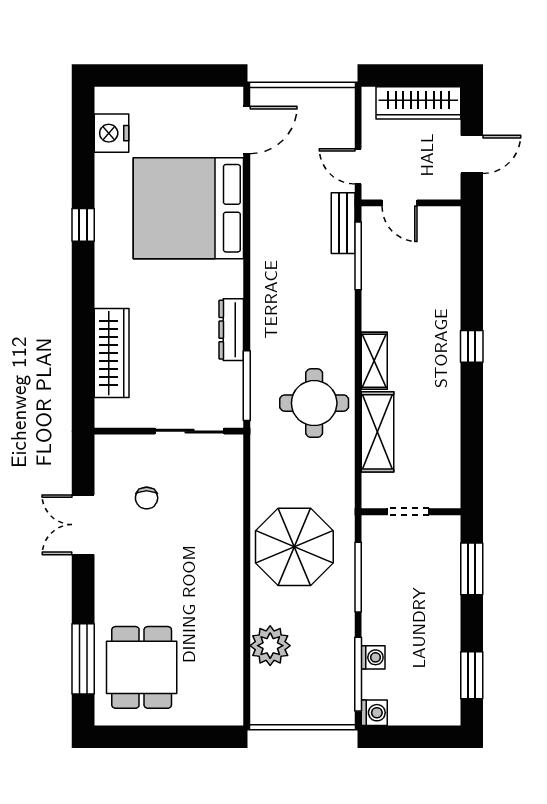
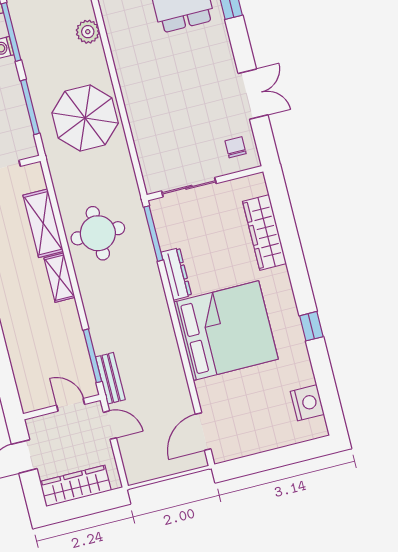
bed: (188, 208) -> (226, 331), moved
chair: (147, 498) -> (236, 147), moved
plant: (270, 646) -> (88, 32), width x0.73, depth x0.73

